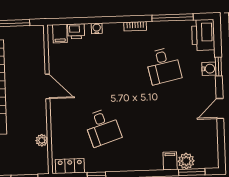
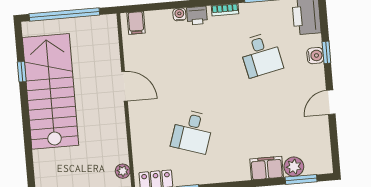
printer: (76, 31) -> (197, 16), moved
desk: (103, 127) -> (192, 132), turned 36
plant: (42, 140) -> (123, 171), moved
filing cabinet: (170, 161) -> (267, 168), width x2.00

